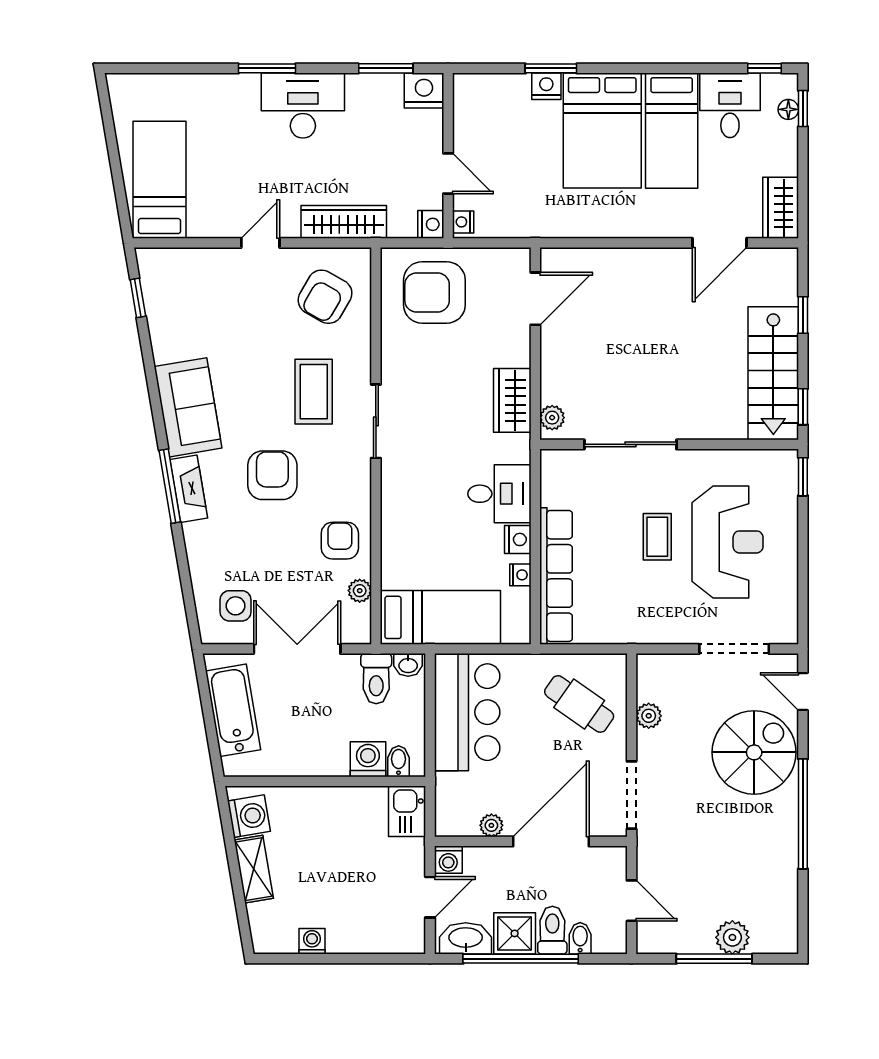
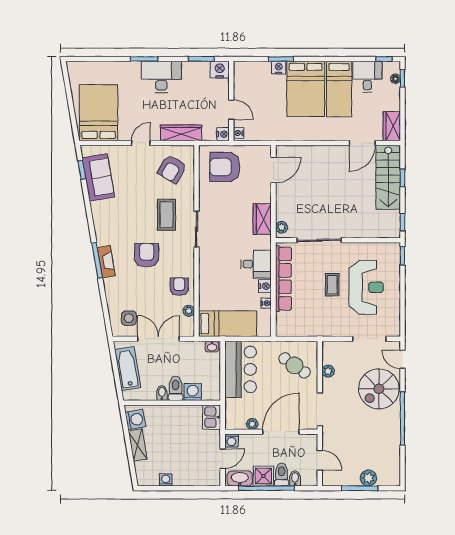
bed: (160, 180) -> (99, 113), width x1.50
stairs: (773, 373) -> (388, 177), moved
sofa: (188, 407) -> (98, 177), moved
row of seats: (556, 576) -> (283, 279), moved
toilet: (376, 679) -> (176, 388), moved, turned 180
spiral stairs: (754, 752) -> (379, 389), turned 180
bidet: (399, 761) -> (162, 393), moved

